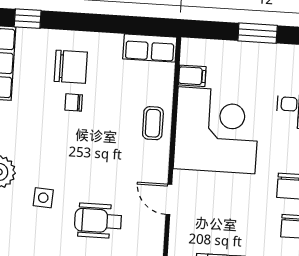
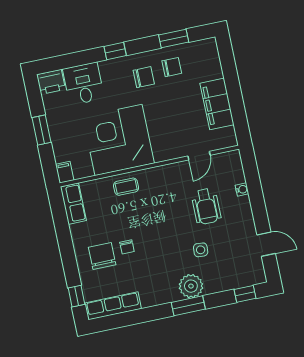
filing cabinet: (192, 76) -> (65, 172), moved
door: (169, 199) -> (199, 156), moved

